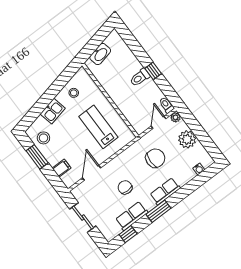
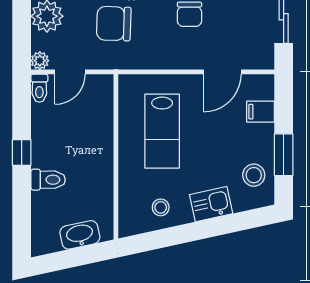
toilet: (140, 77) -> (48, 180), moved

